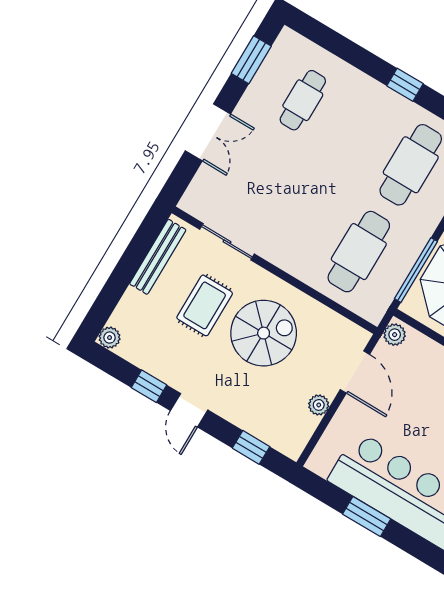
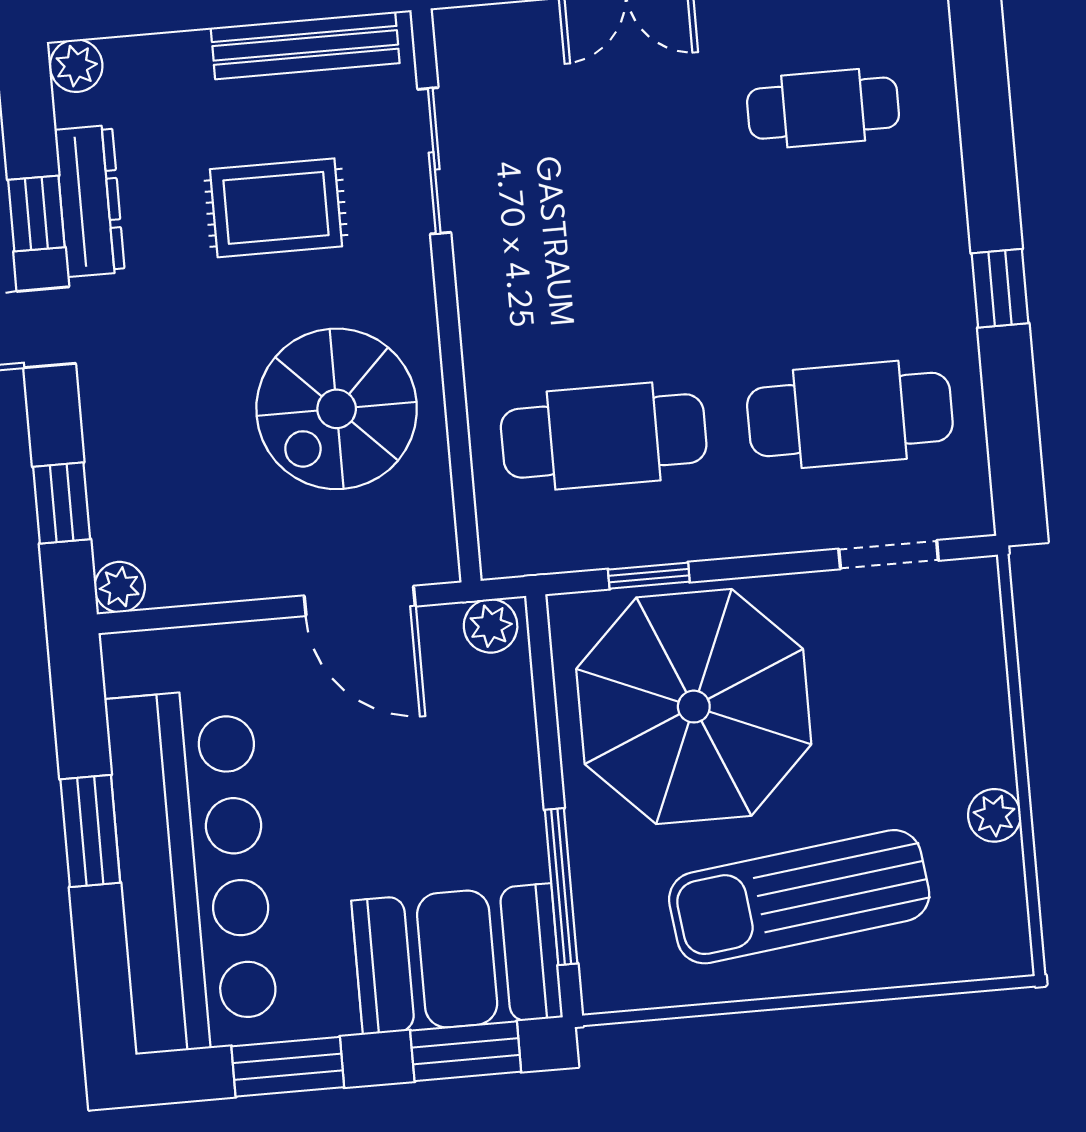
window: (416, 270) -> (649, 576), width x0.46
spiral stairs: (264, 333) -> (337, 409), moved, turned 90
dresser: (158, 366) -> (90, 201), added
door: (355, 372) -> (360, 601), hinge flipped
plant: (319, 405) -> (120, 587), moved

